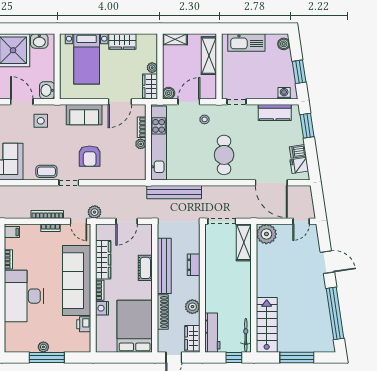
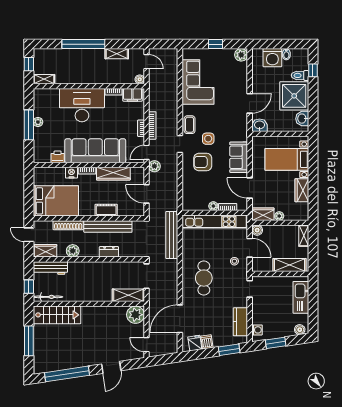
side table: (41, 121) -> (208, 139), moved
cafe table: (224, 155) -> (204, 278), turned 90
filing cabinet: (12, 232) -> (132, 95), width x2.00

